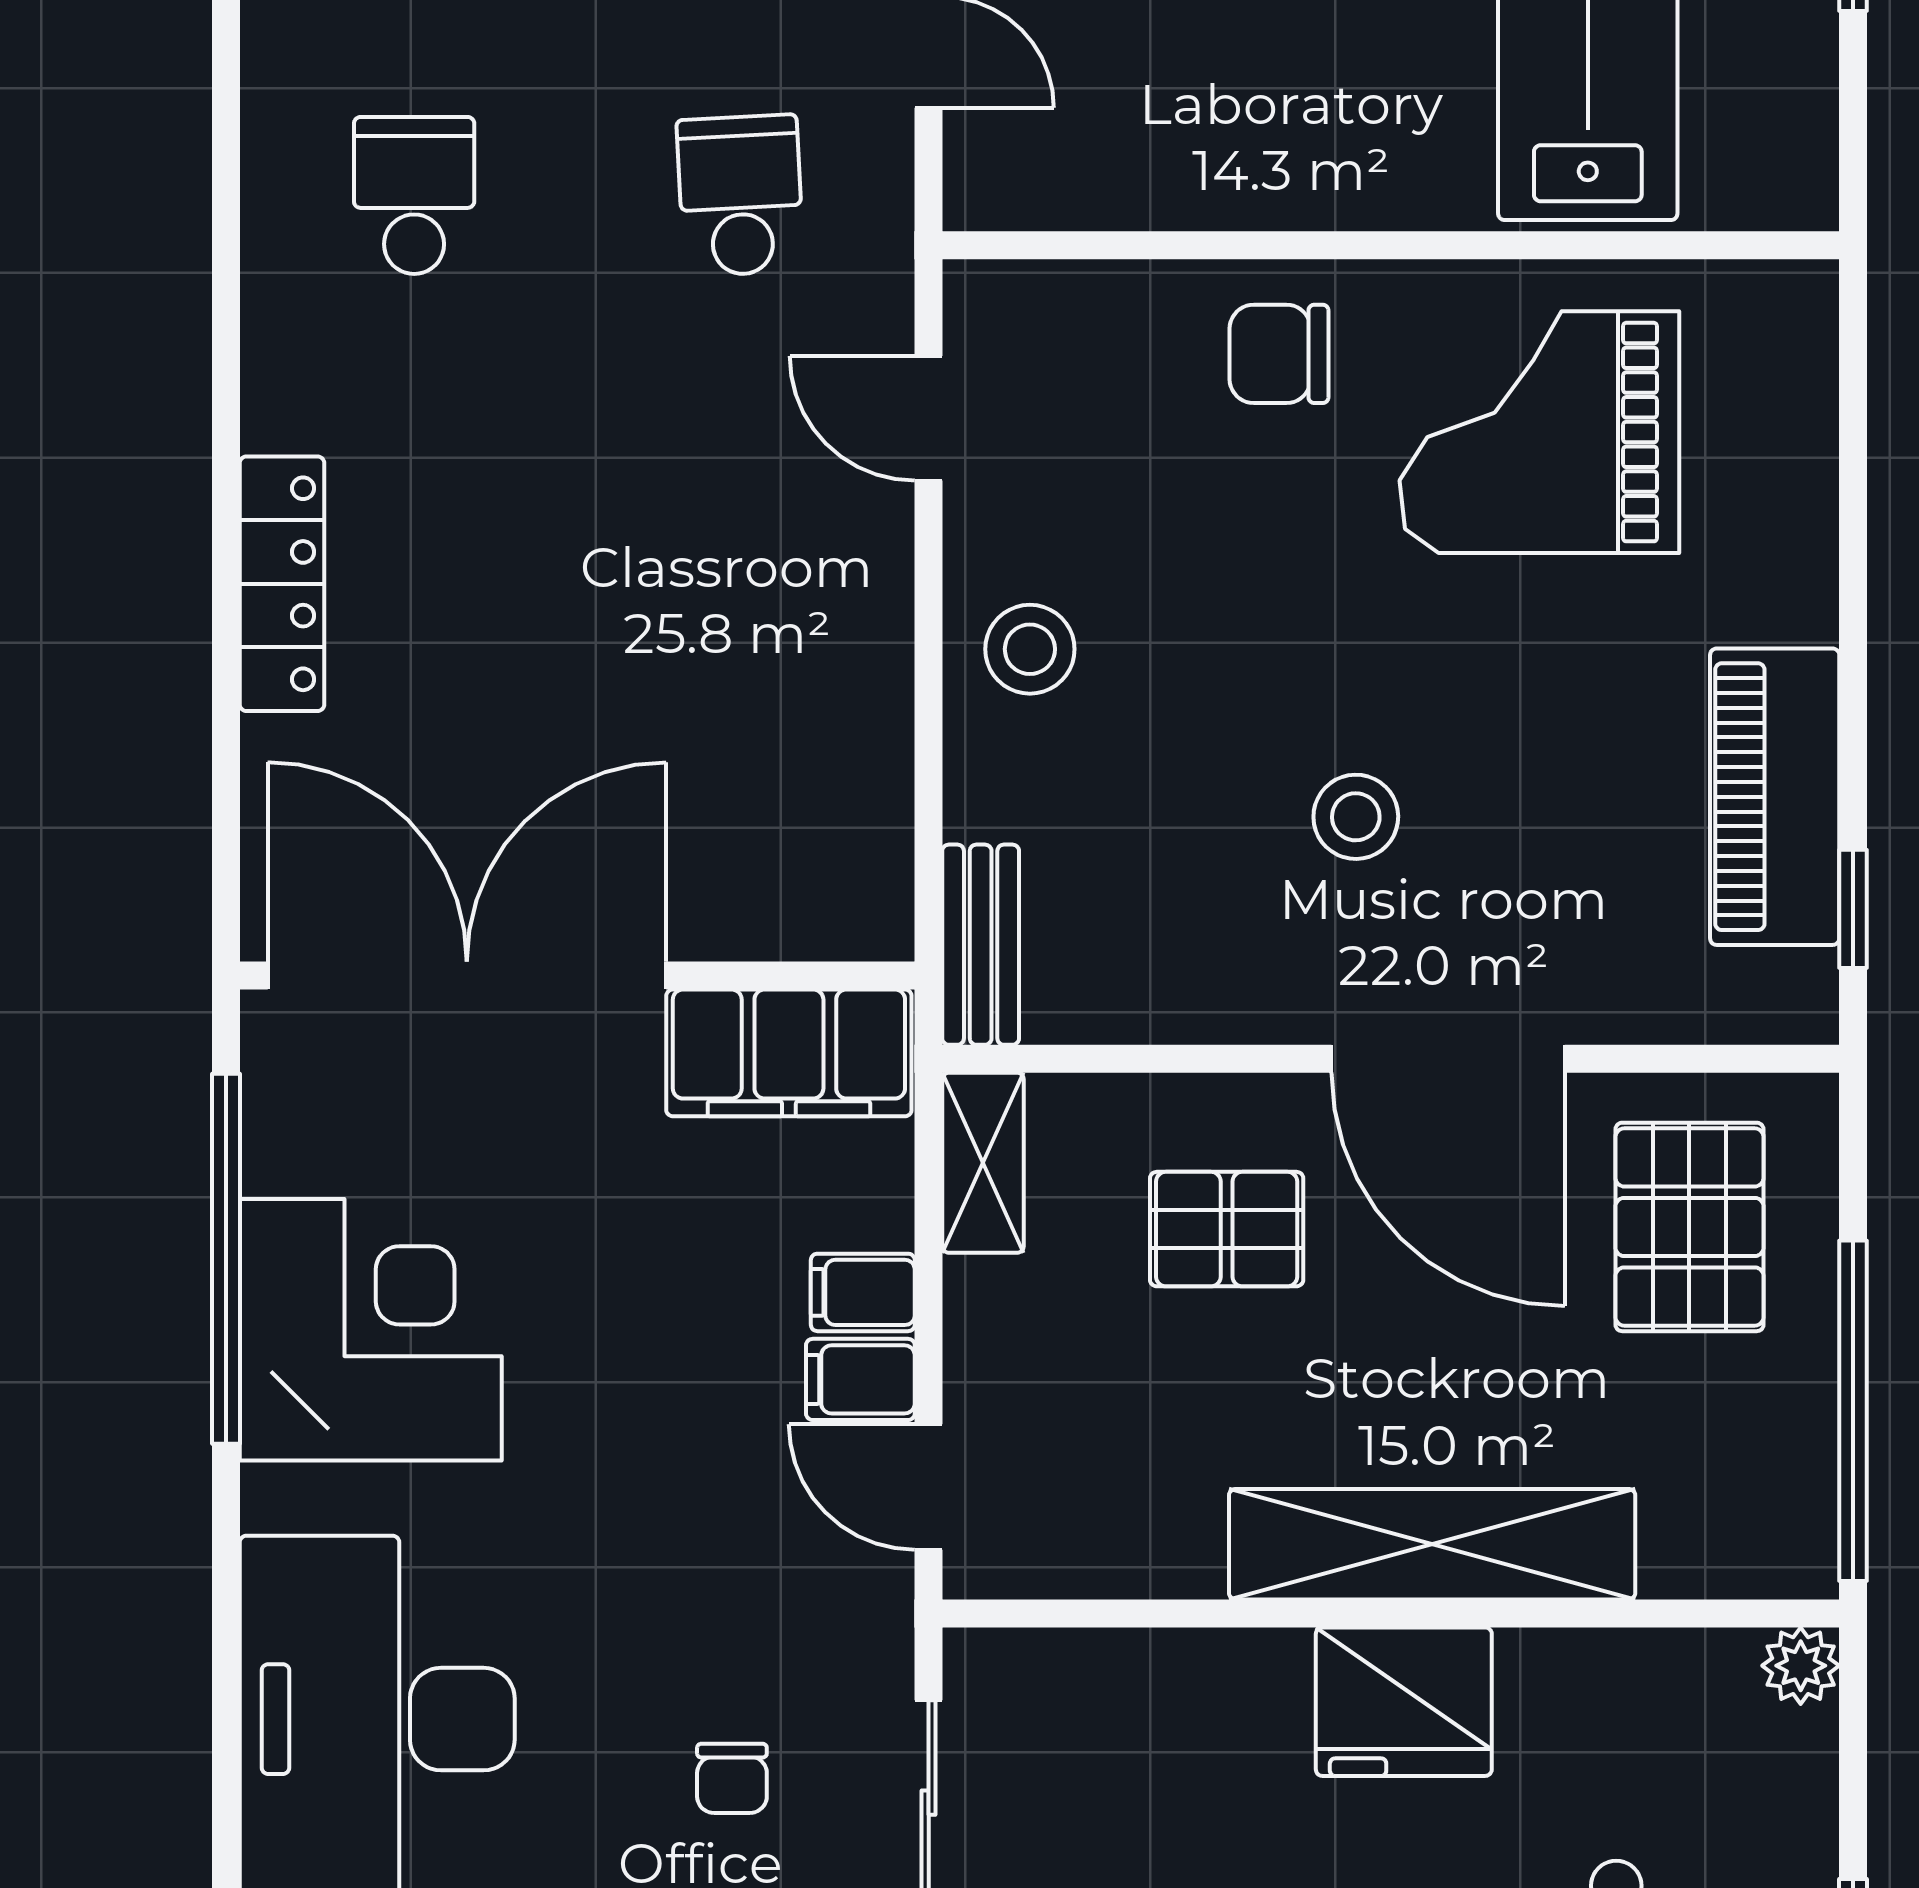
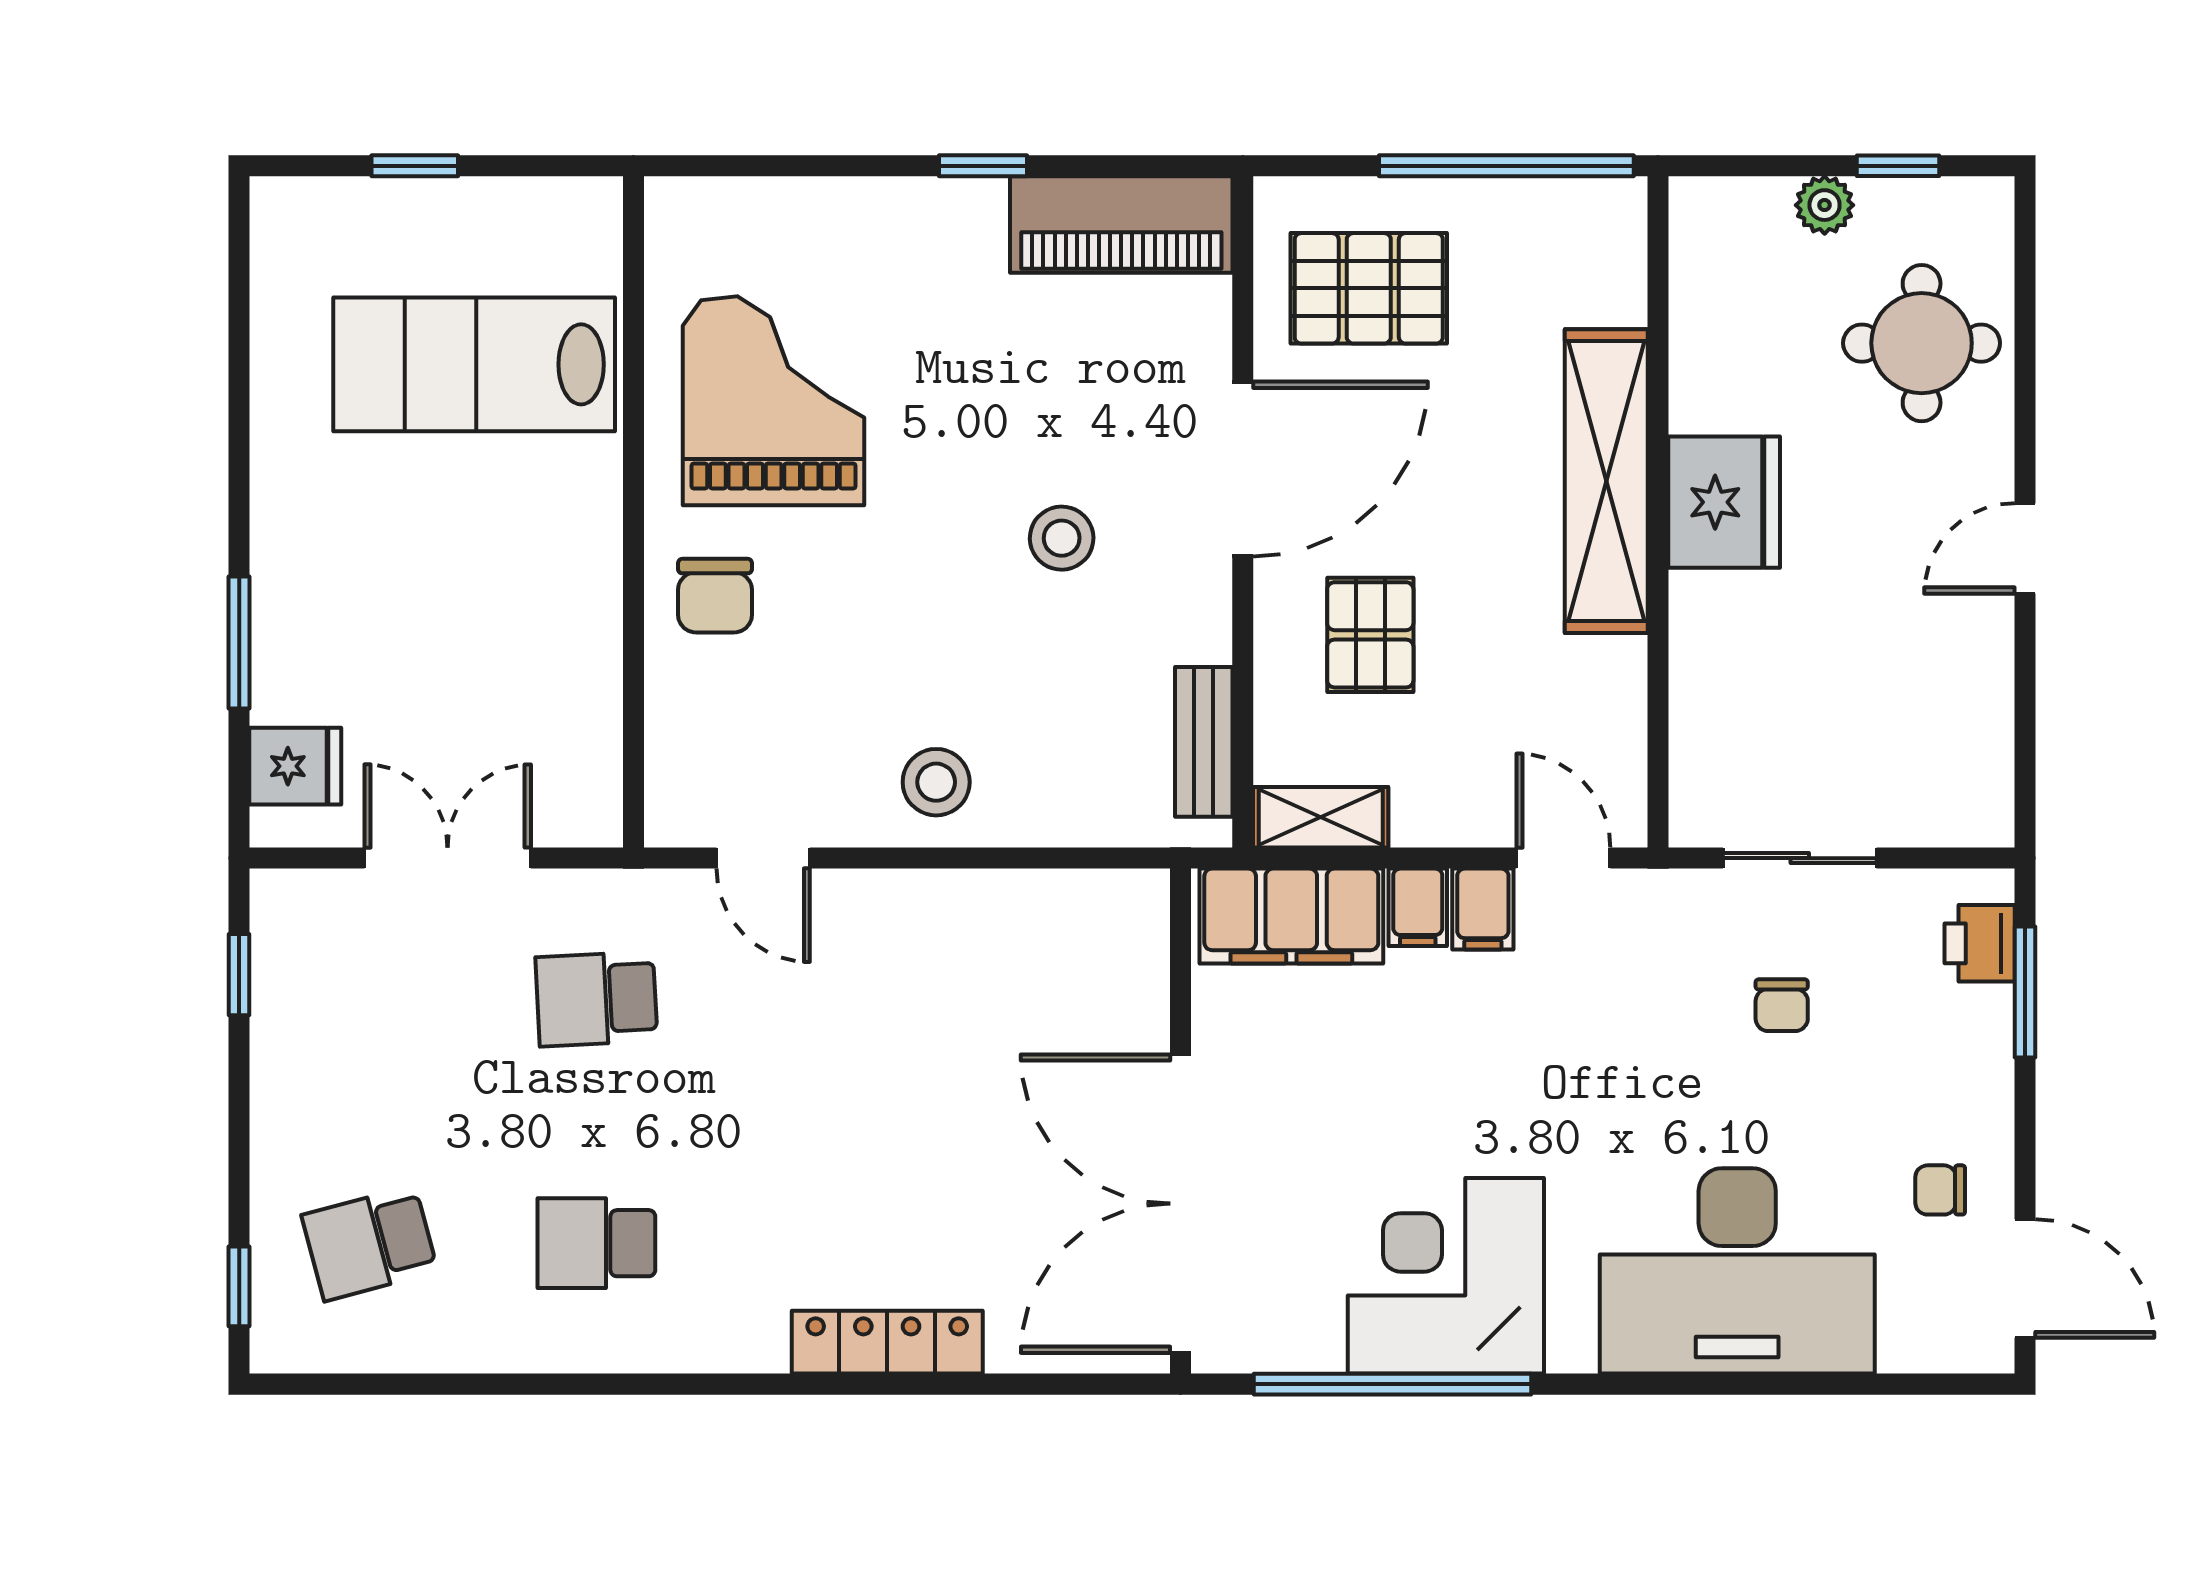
door: (929, 418) -> (763, 858), hinge flipped
grand piano: (1539, 432) -> (774, 401), turned 180
piano: (1775, 797) -> (1121, 225), moved
window: (1853, 909) -> (983, 166), moved
bench: (981, 945) -> (1204, 742), moved, turned 90
filing cabinet: (789, 1053) -> (1291, 916), moved, turned 90
door: (929, 1487) -> (1563, 858), swing flipped
plant: (1801, 1666) -> (1825, 205), moved
chair: (732, 1778) -> (1782, 1005), turned 90

